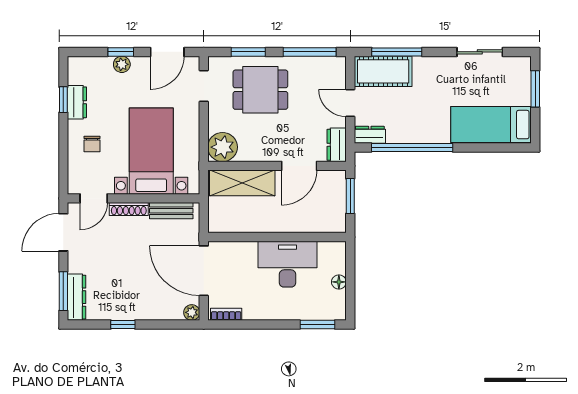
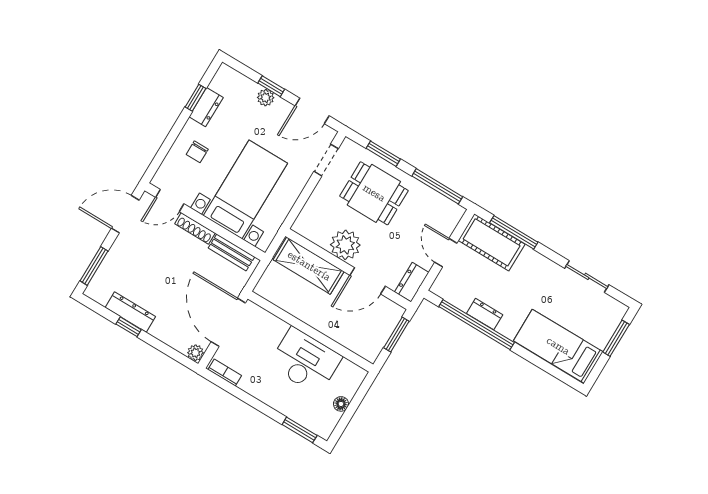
dresser: (370, 135) -> (485, 314), moved
plant: (223, 147) -> (345, 245), moved
dresser: (77, 297) -> (130, 312), moved, turned -90

